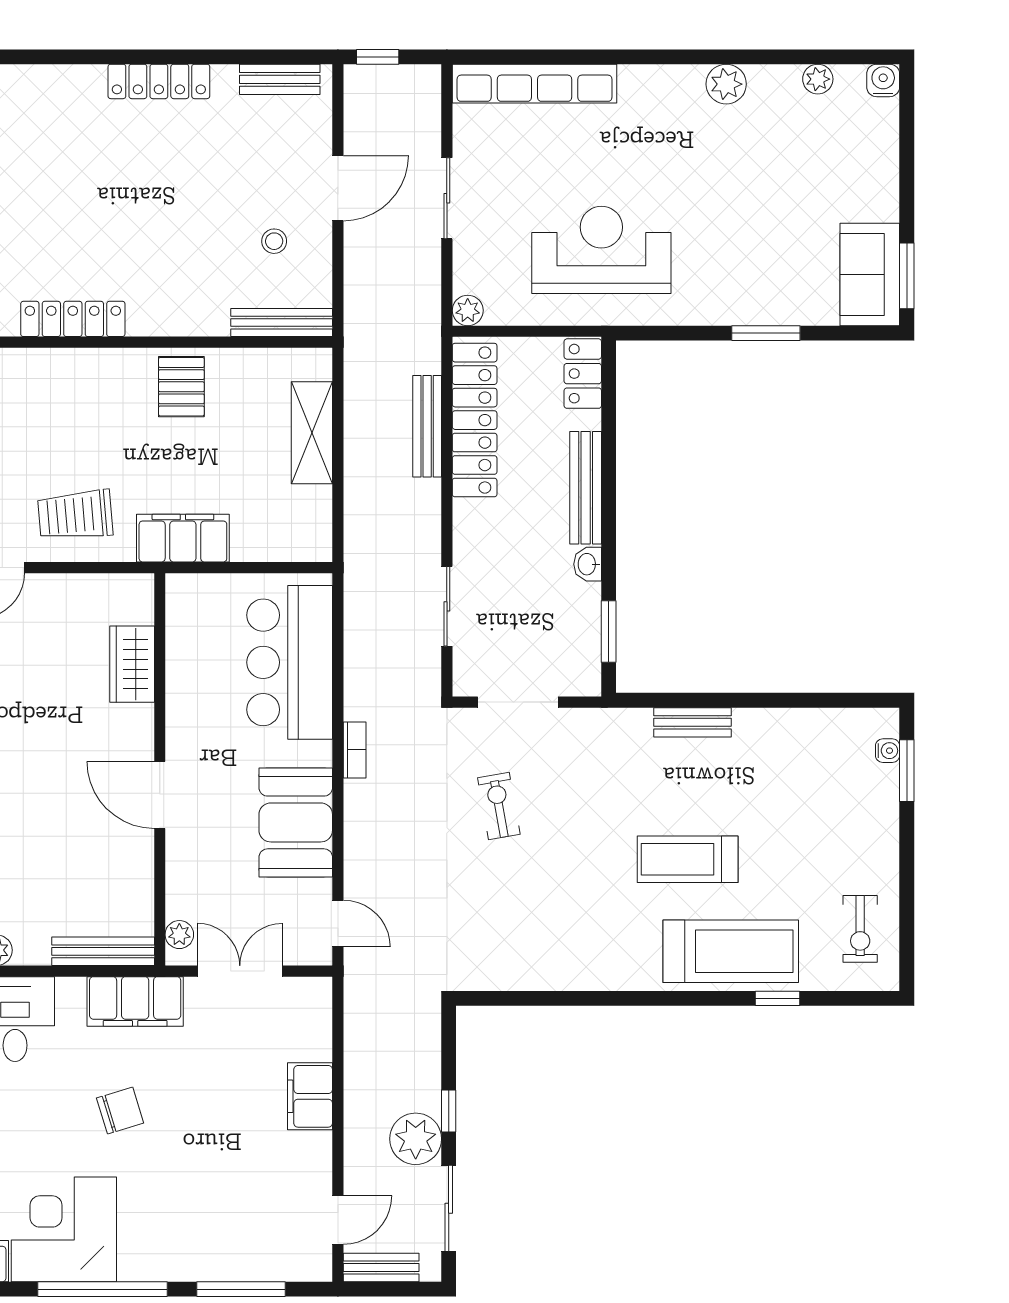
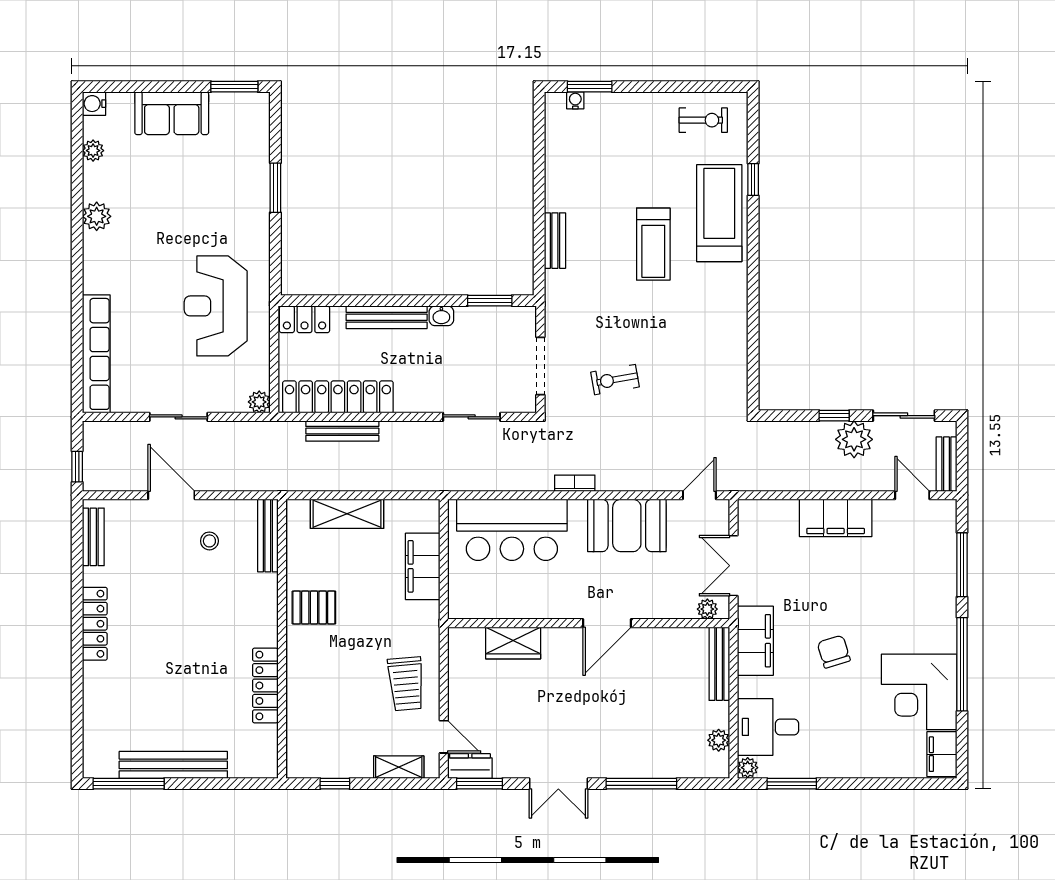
sofa: (870, 274) -> (172, 113), moved
filing cabinet: (183, 538) -> (423, 566), moved
filing cabinet: (310, 1096) -> (836, 518), width x1.50, depth x1.17

